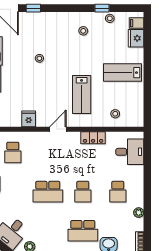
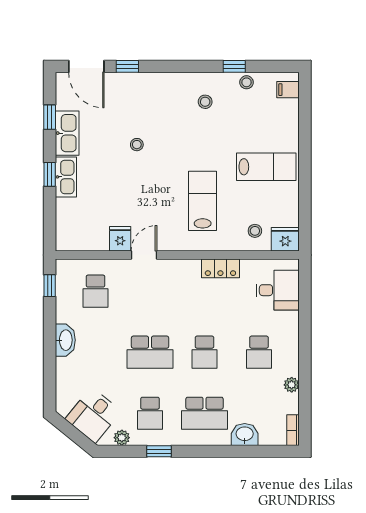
fridge: (136, 38) -> (285, 239), moved, turned 90
lab bench: (122, 73) -> (266, 167), turned 180
lab bench: (82, 94) -> (203, 201), turned 180
door: (58, 129) -> (144, 255), moved
school desk: (48, 231) -> (150, 413), added

